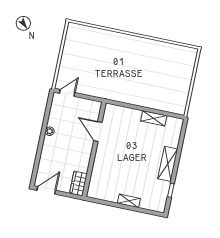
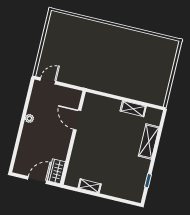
shelving: (168, 164) -> (149, 142), moved
door: (46, 190) -> (37, 180), moved
shelving: (129, 201) -> (90, 186), moved

